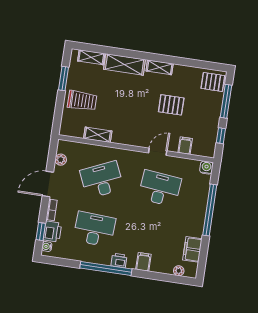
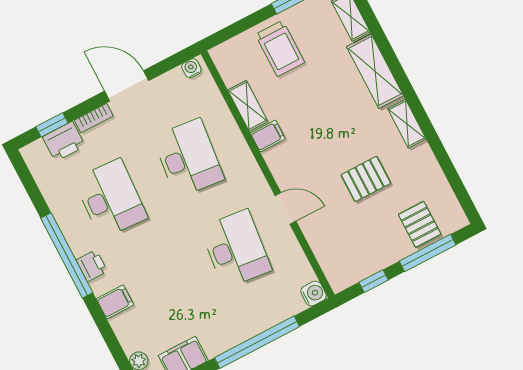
pallet: (213, 82) -> (420, 224), moved
pallet: (171, 105) -> (366, 179), turned 90
filing cabinet: (185, 146) -> (268, 136), moved
plant: (61, 160) -> (174, 79), removed
desk: (102, 180) -> (188, 158), turned 30
water cooler: (47, 247) -> (191, 68), moved

